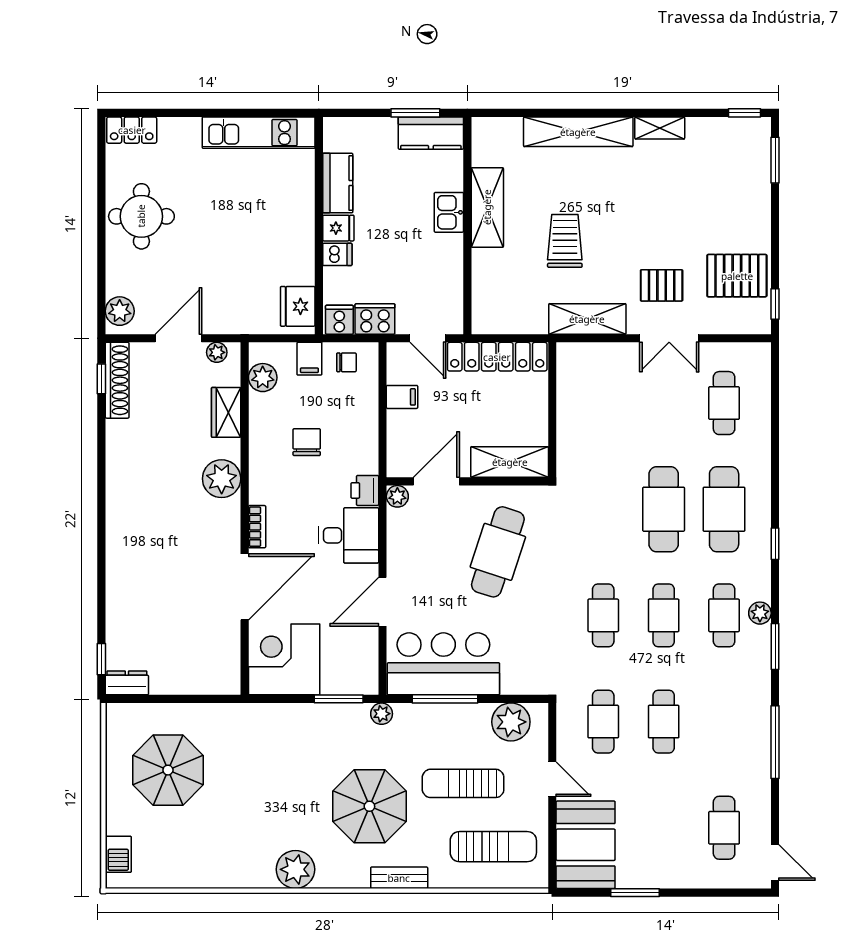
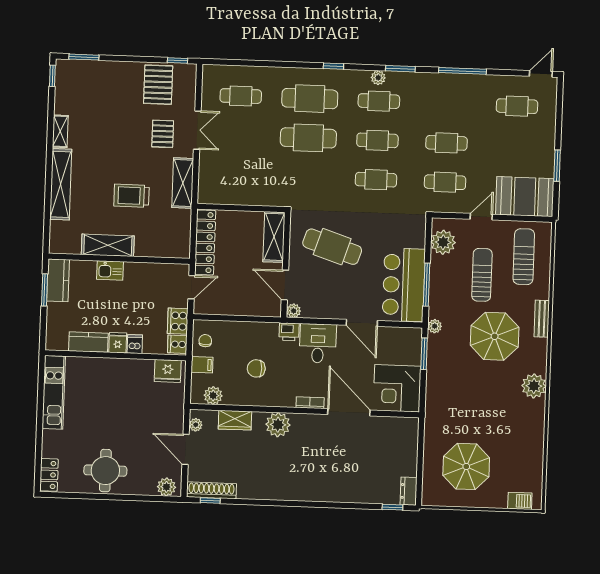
filing cabinet: (402, 397) -> (229, 305), removed
sun lounger: (463, 783) -> (482, 275), turned 180

